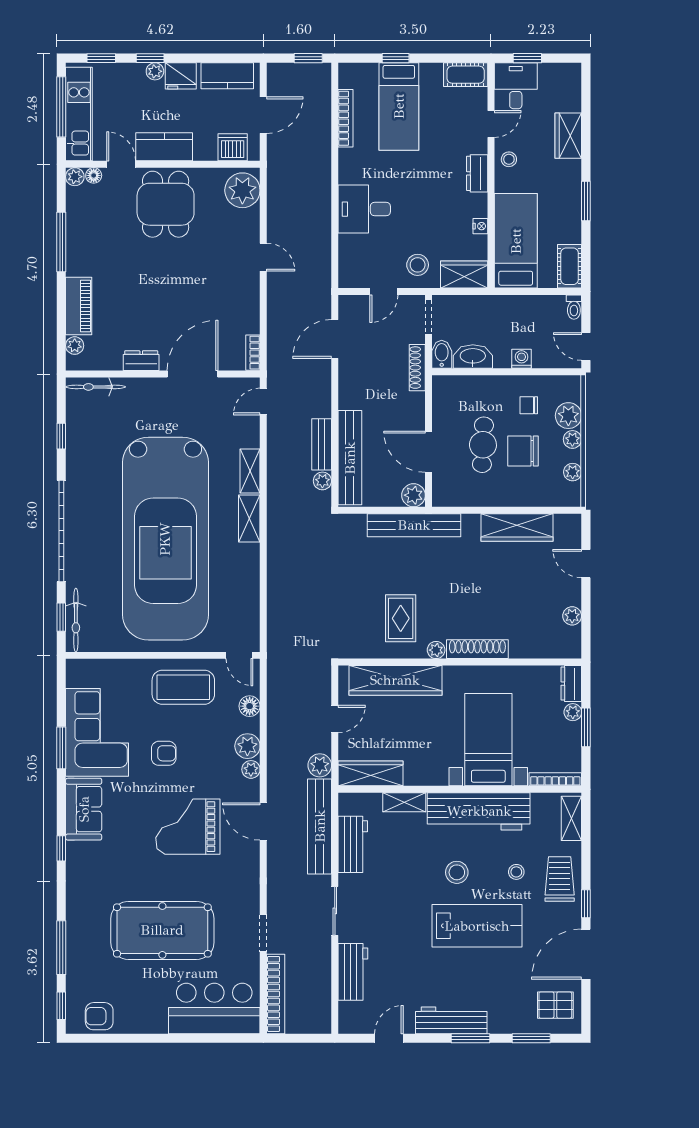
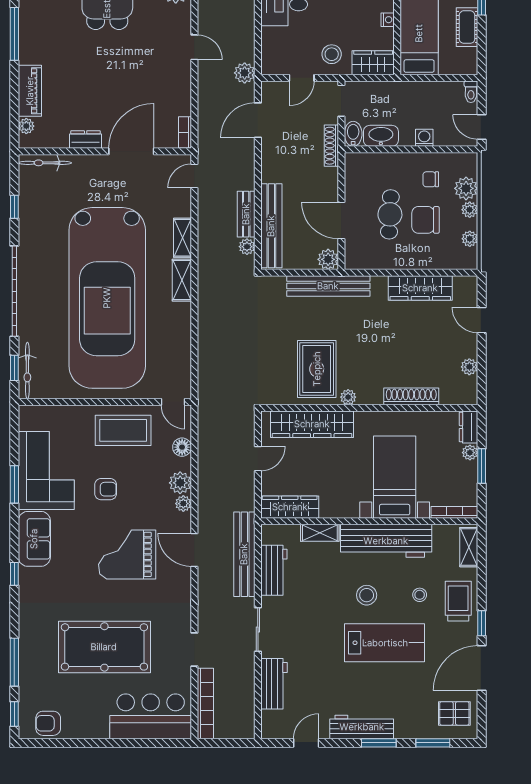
cot: (570, 266) -> (467, 27), moved
rug: (401, 618) -> (317, 369), width x1.36, depth x1.43
shoe rack: (477, 649) -> (411, 396), moved
plant: (320, 765) -> (245, 73), moved

